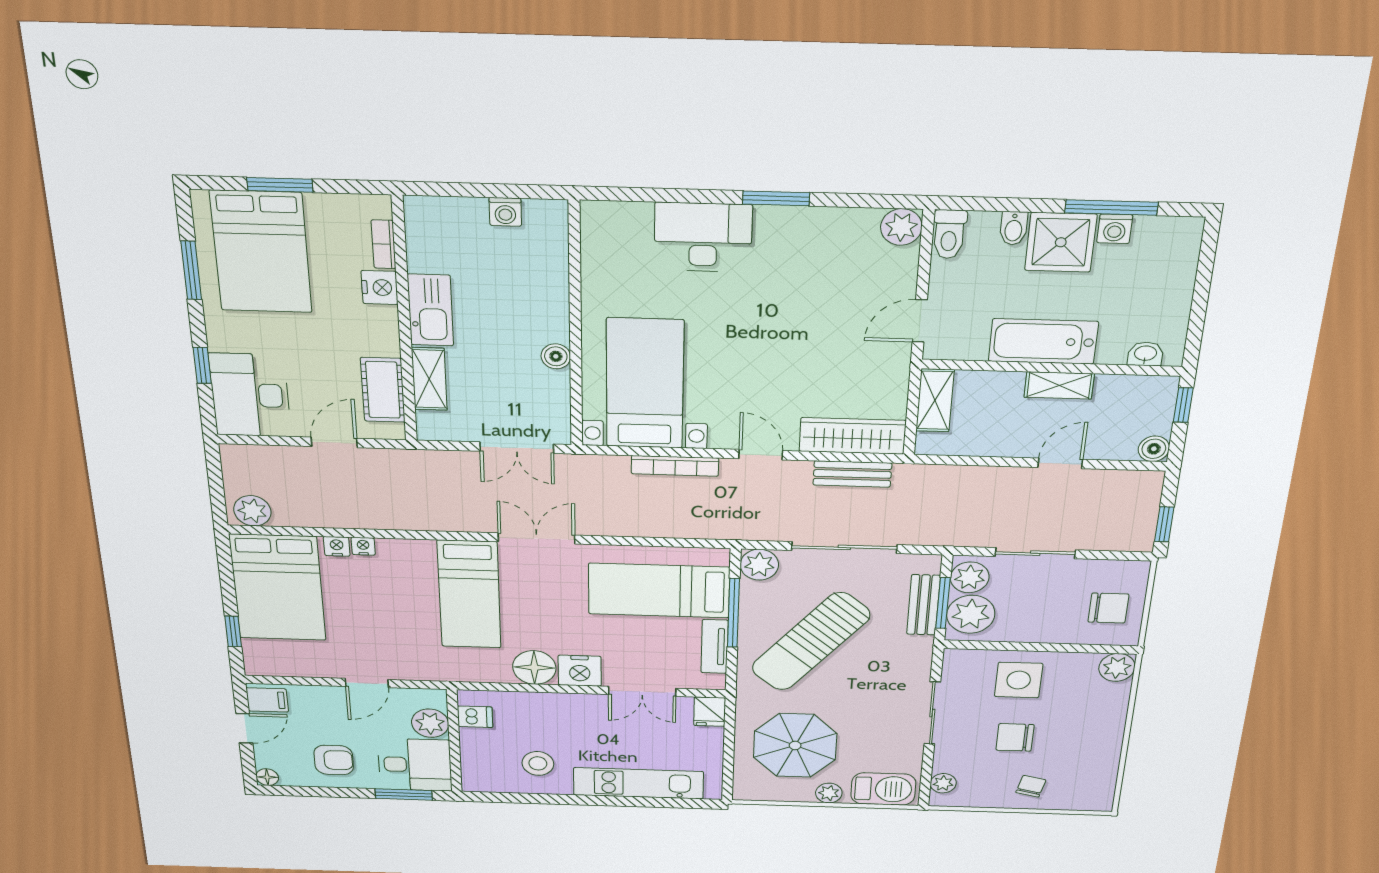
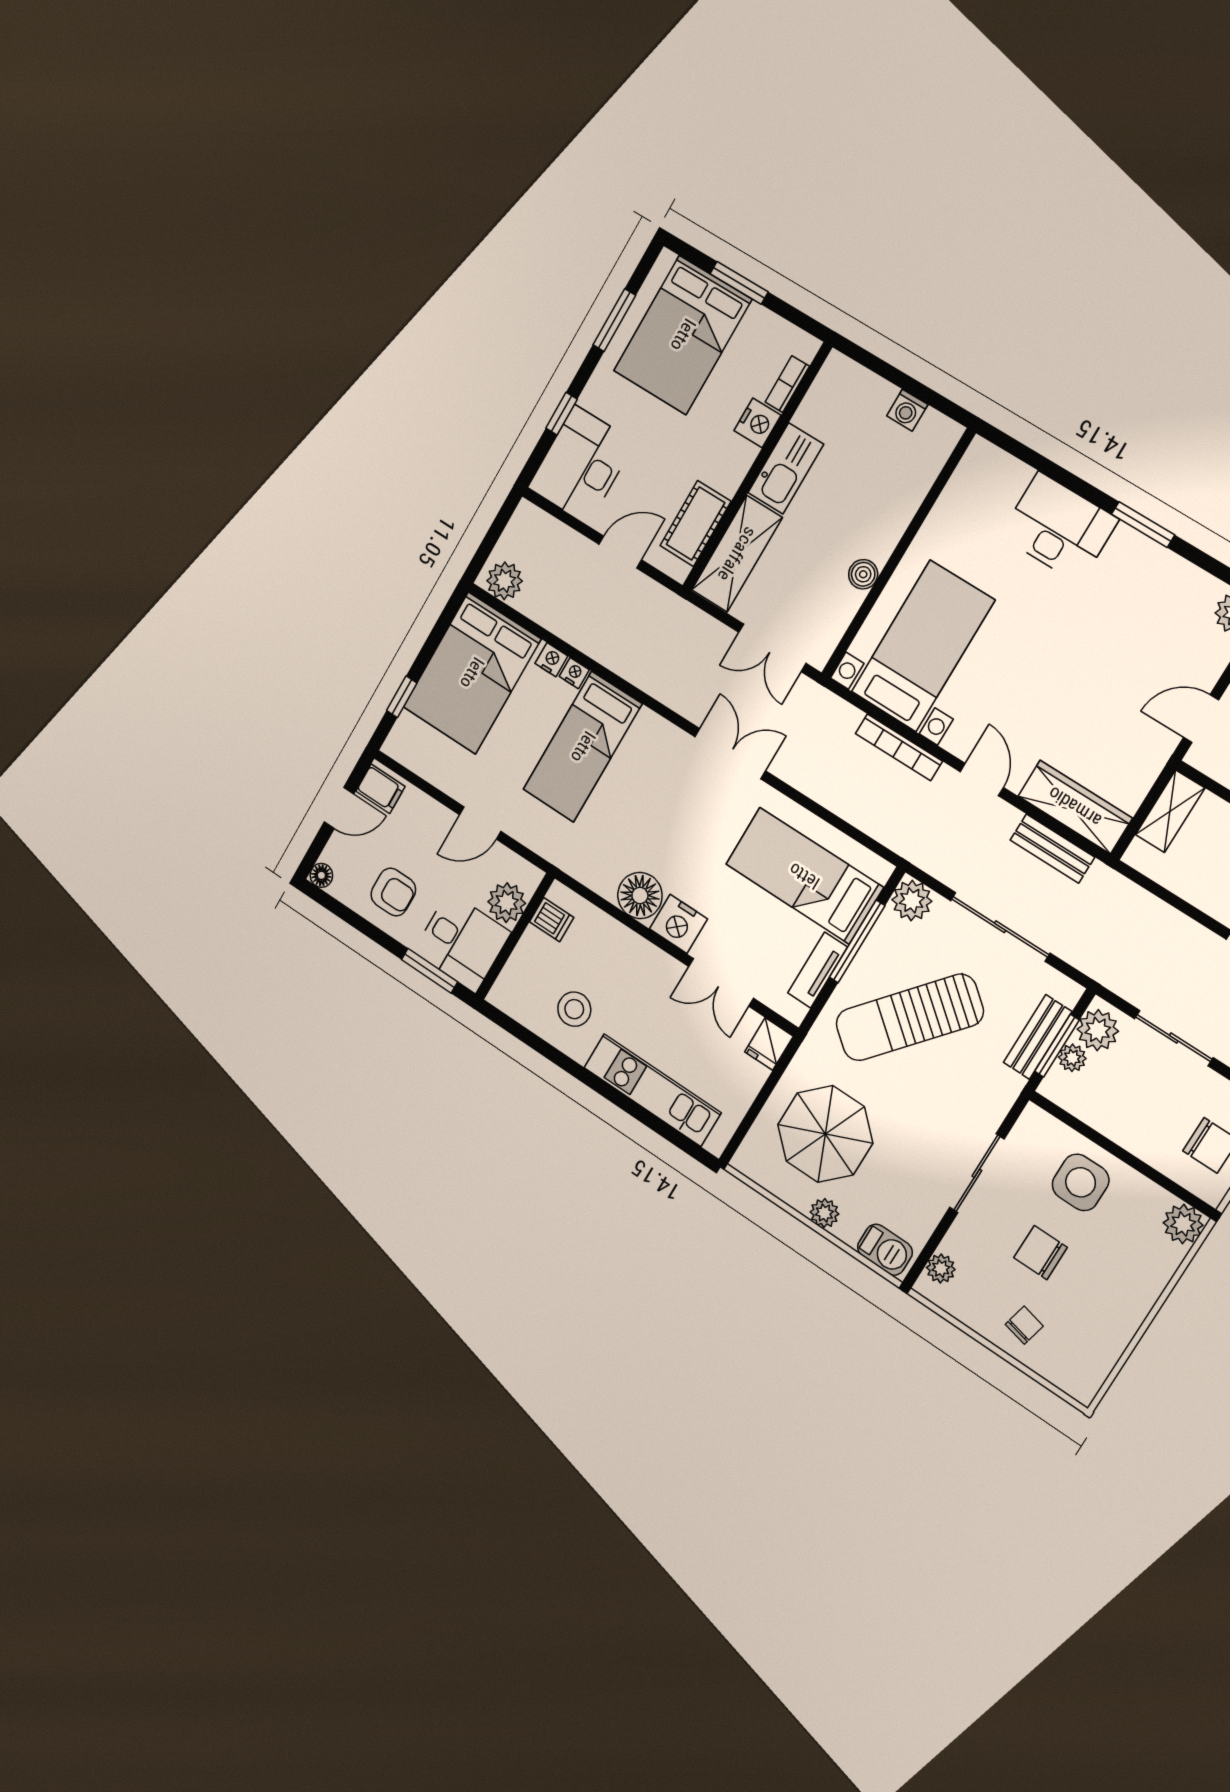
shelving: (429, 379) -> (737, 554), width x1.50, depth x1.33
bed: (469, 595) -> (583, 747), moved
plant: (971, 614) -> (1072, 1058), width x0.53, depth x0.53
barbecue: (883, 789) -> (885, 1250), width x0.73, depth x0.79

